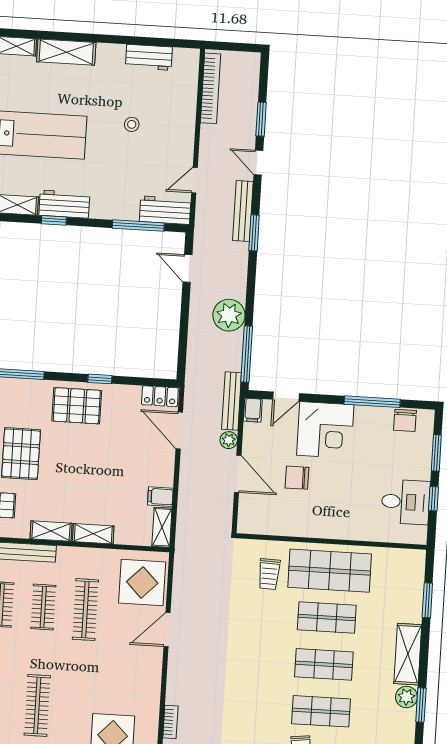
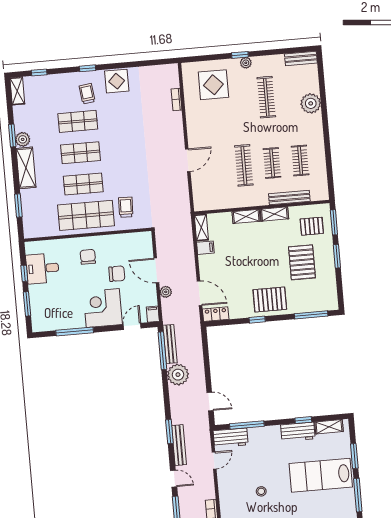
bench: (232, 401) -> (170, 344), moved
chair: (405, 420) -> (88, 257), moved
display table: (142, 582) -> (209, 189), removed

